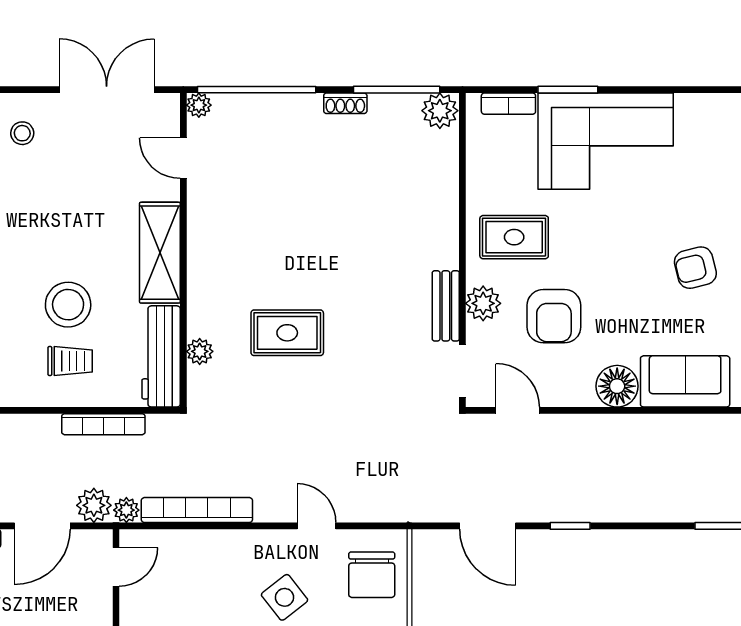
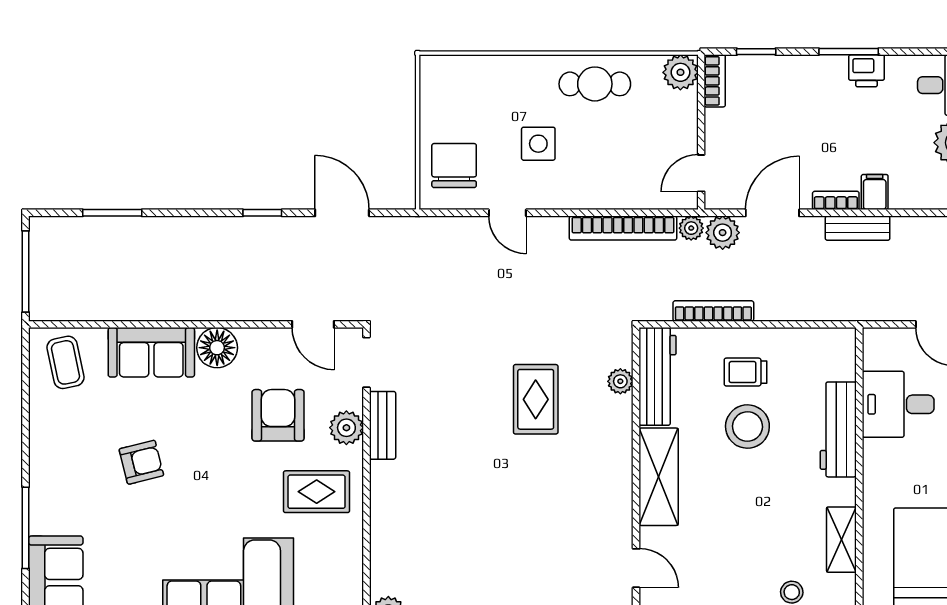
rug: (287, 333) -> (536, 399), turned 90
side table: (285, 597) -> (538, 144), turned 38

